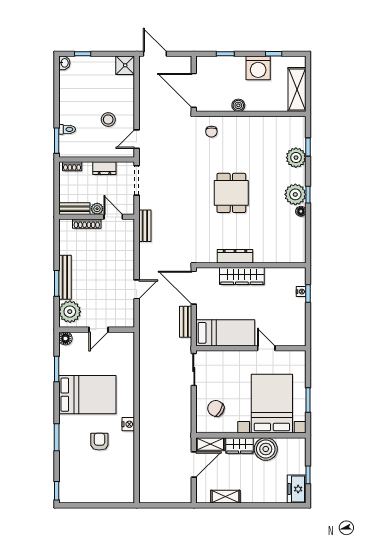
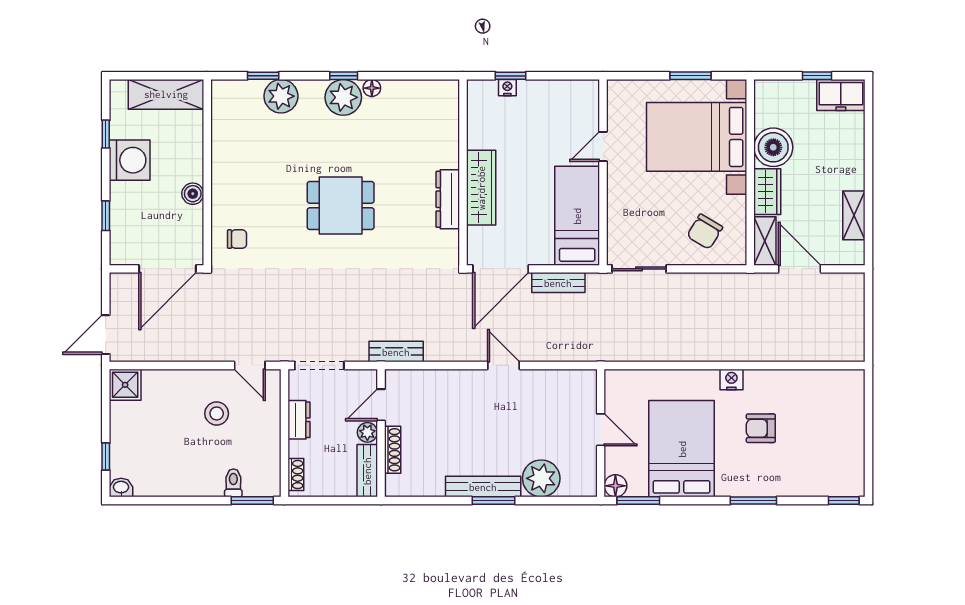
wall: (97, 330) -> (601, 433), moved
door: (99, 330) -> (601, 430), moved
floor lamp: (65, 338) -> (615, 486), moved

